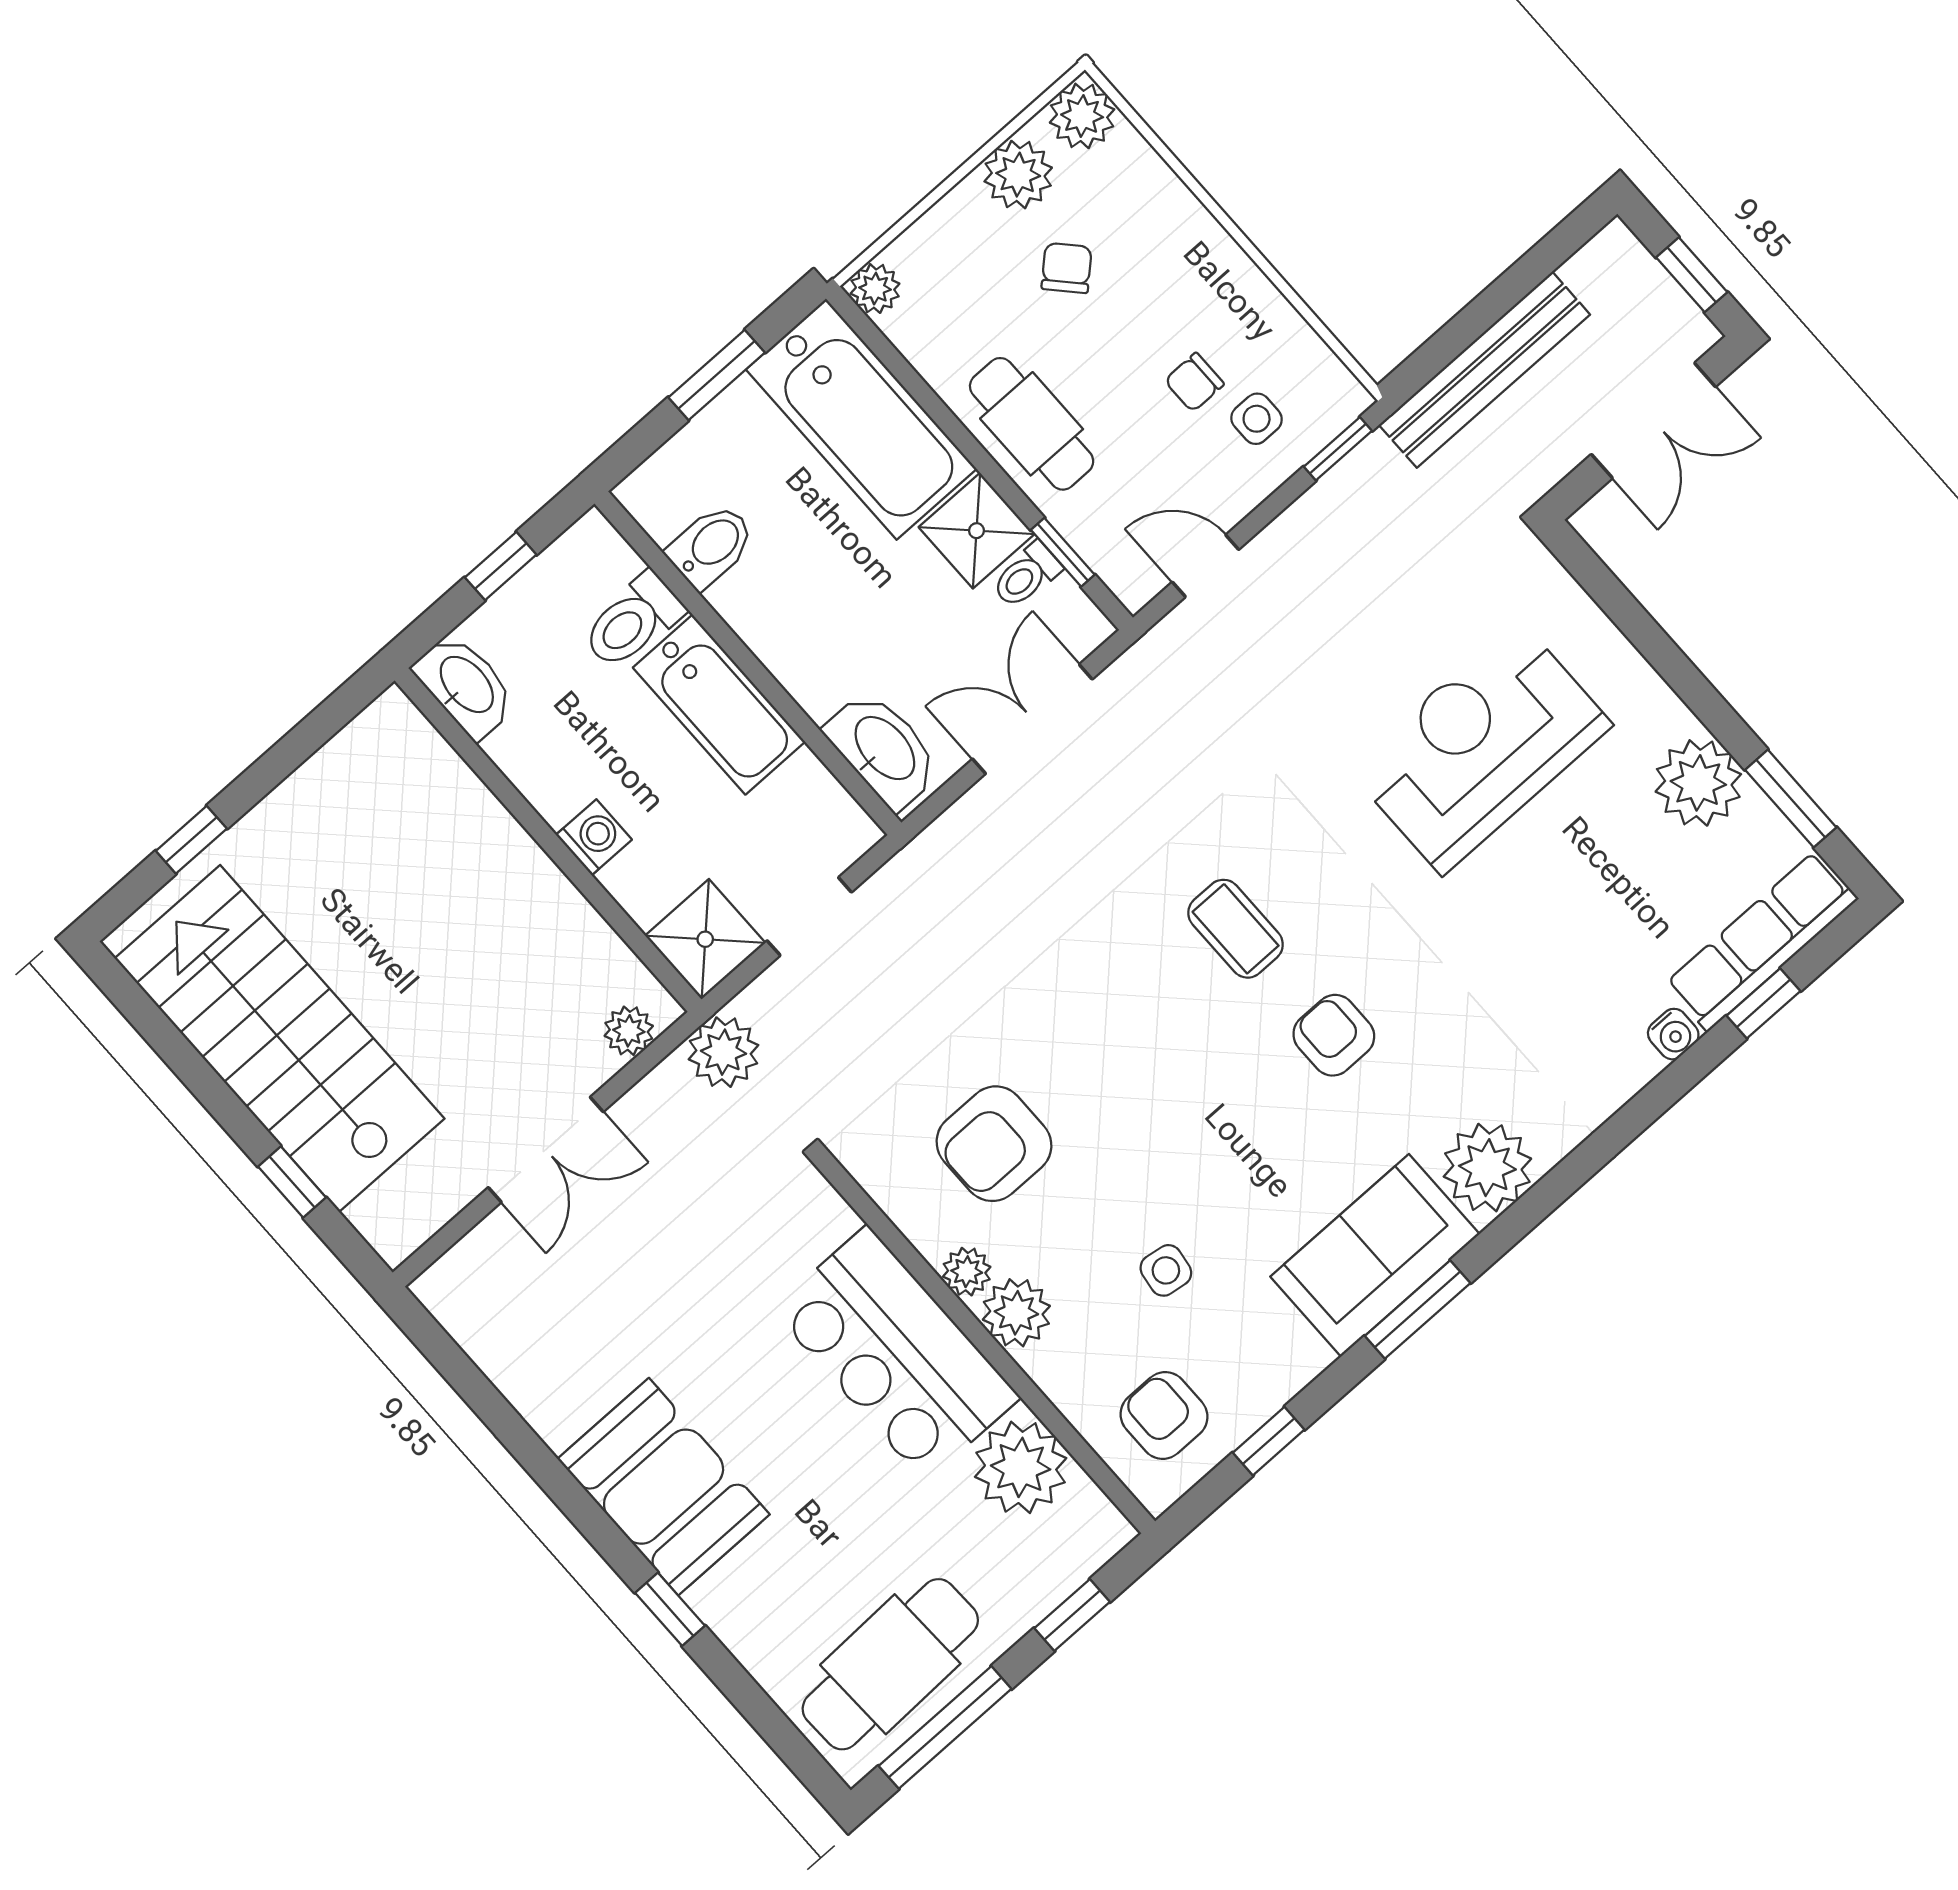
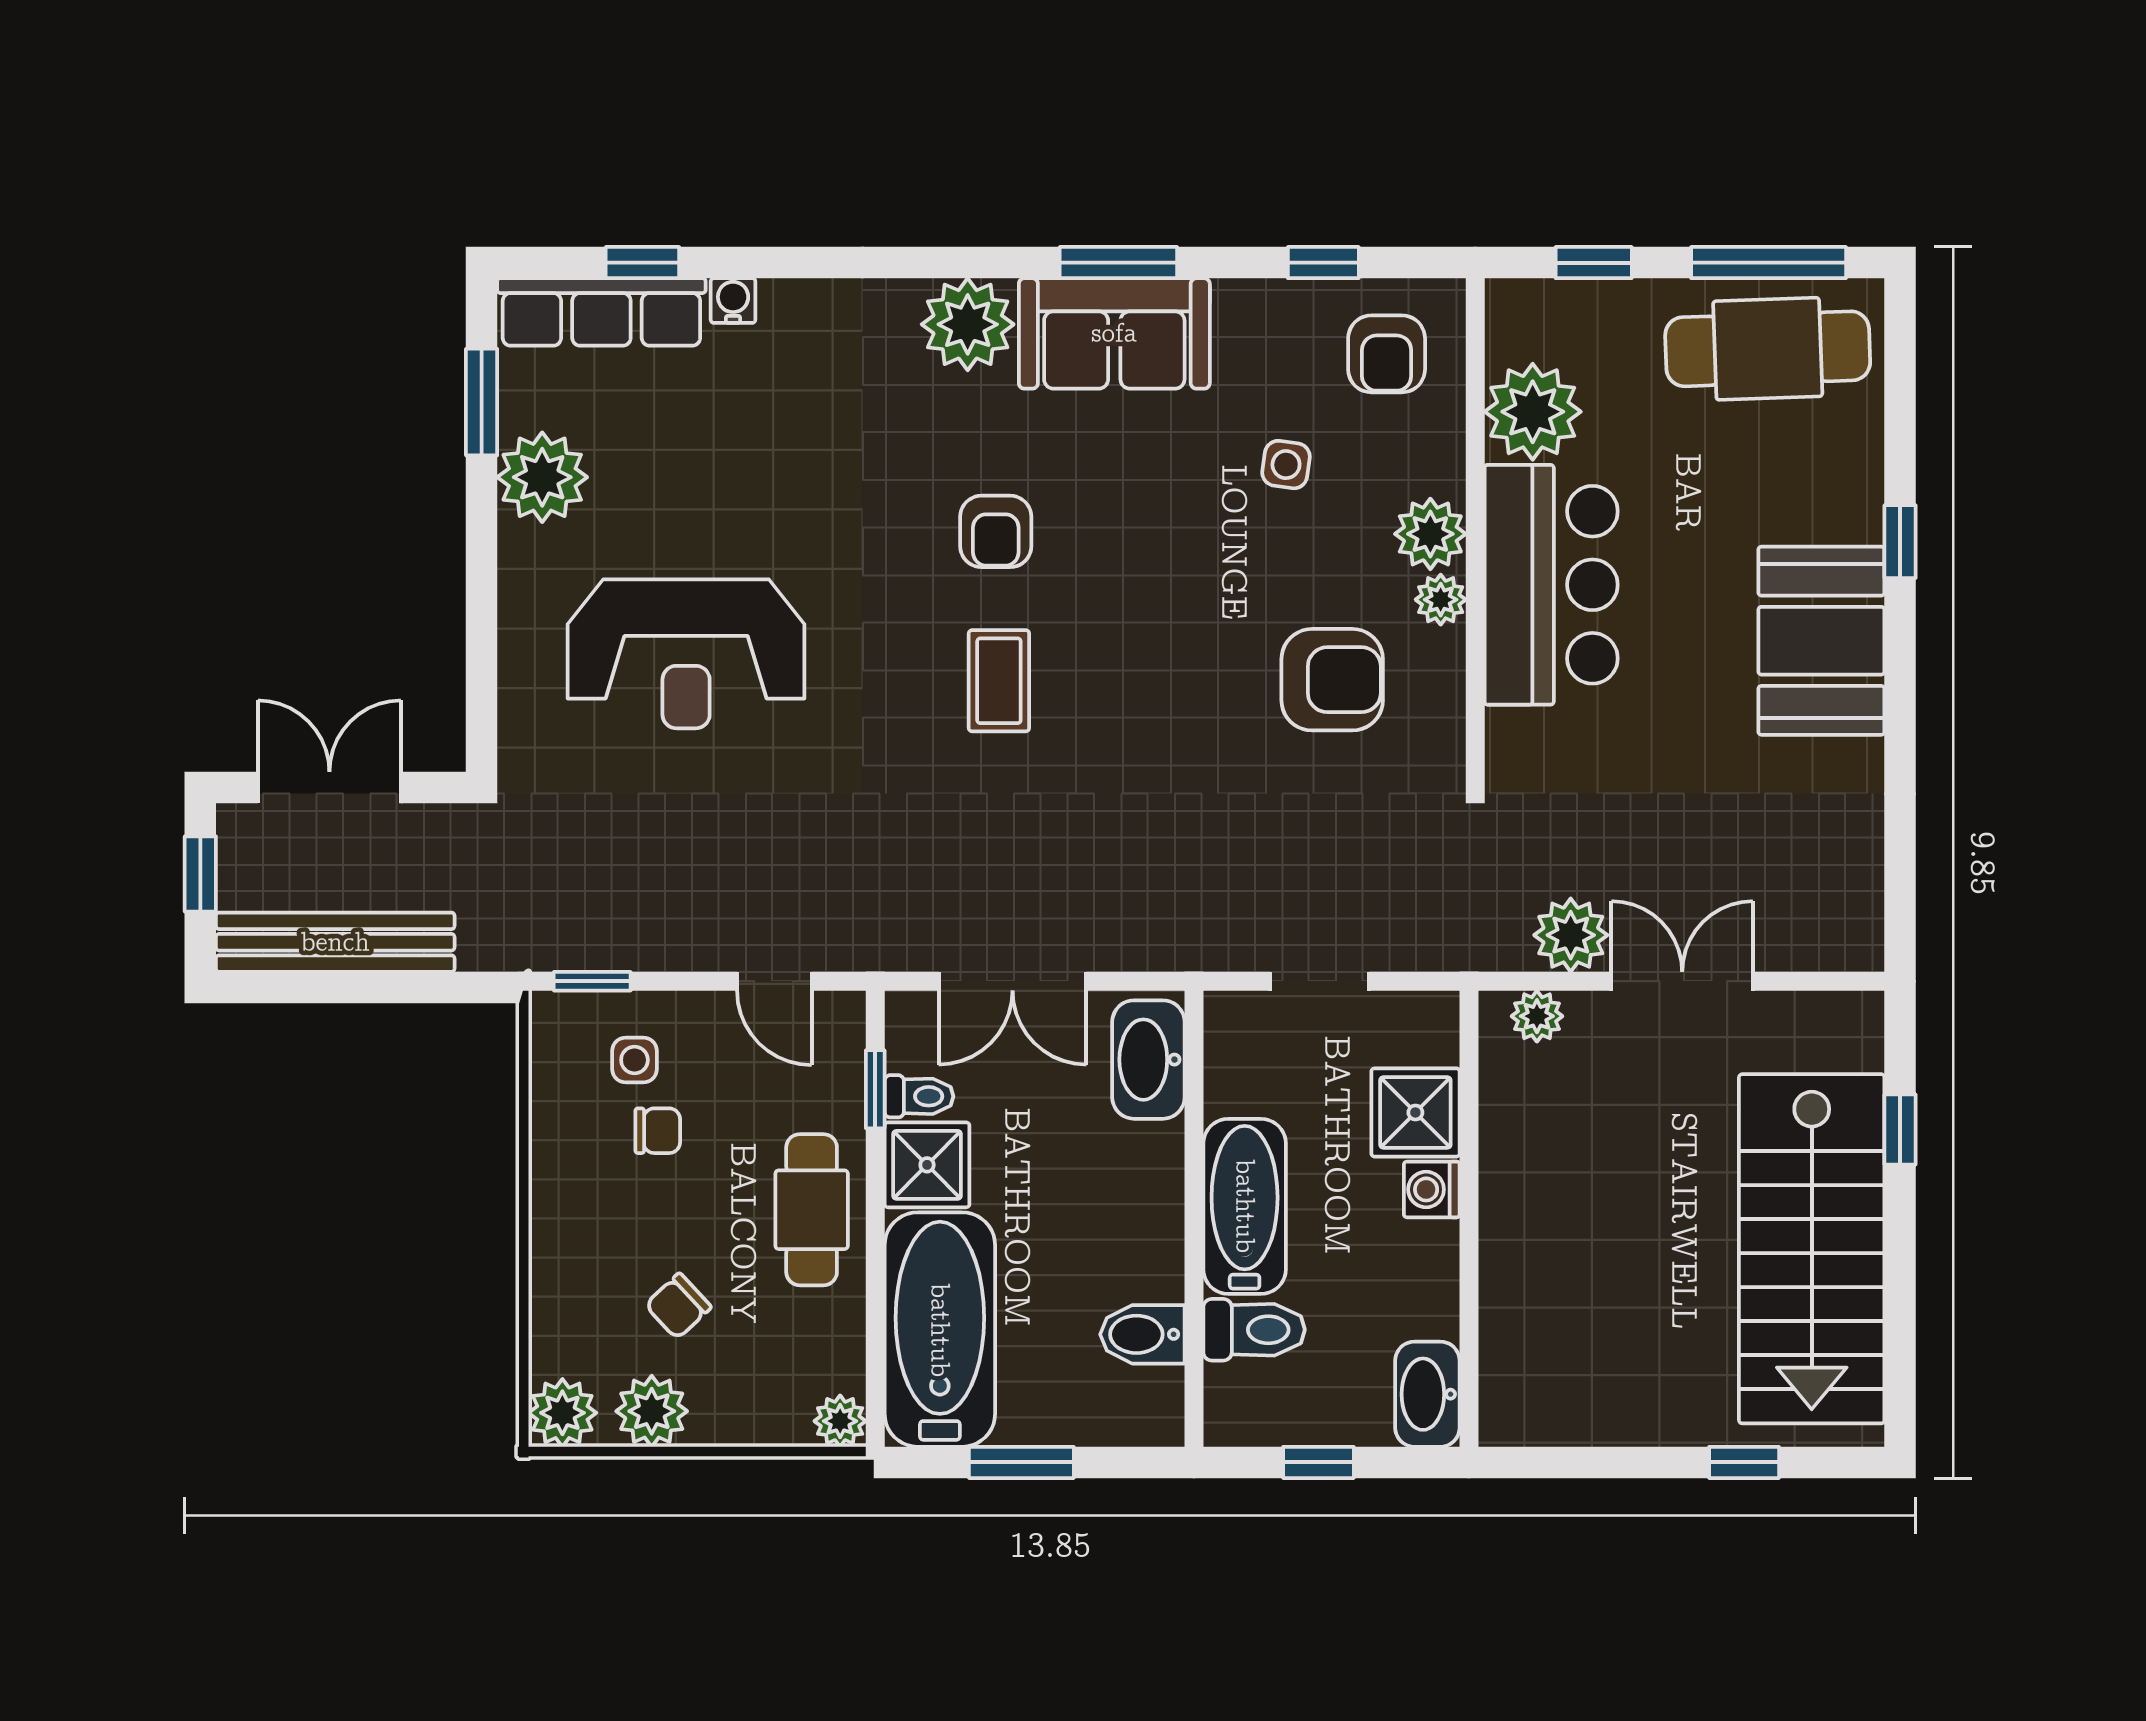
bench: (1484, 370) -> (335, 942), moved
shower: (705, 939) -> (1415, 1112), moved
plant: (723, 1052) -> (1571, 935), moved

